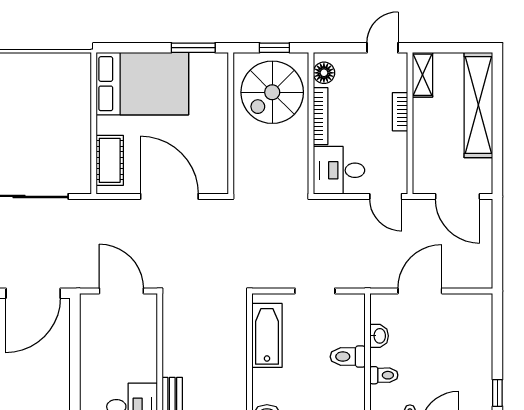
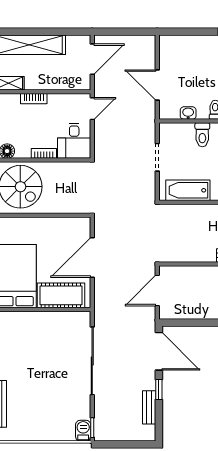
bookcase: (321, 116) -> (44, 153), width x0.64
cot: (110, 160) -> (61, 295), width x1.37, depth x1.34

